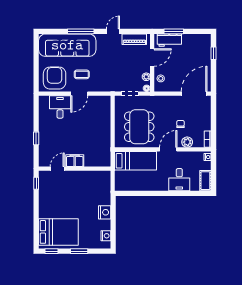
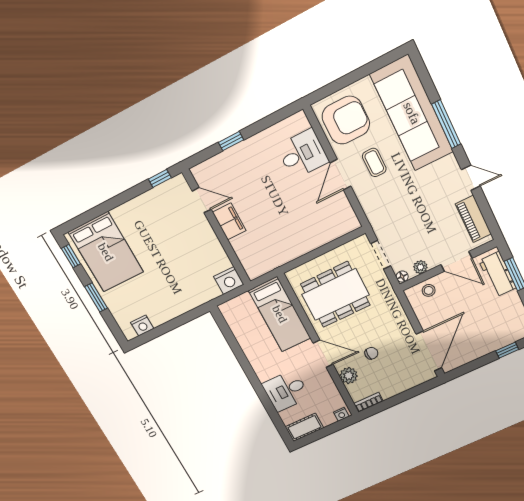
door: (79, 94) -> (340, 175), hinge flipped
door: (194, 94) -> (429, 351), hinge flipped
nightstand: (105, 212) -> (229, 280), moved

